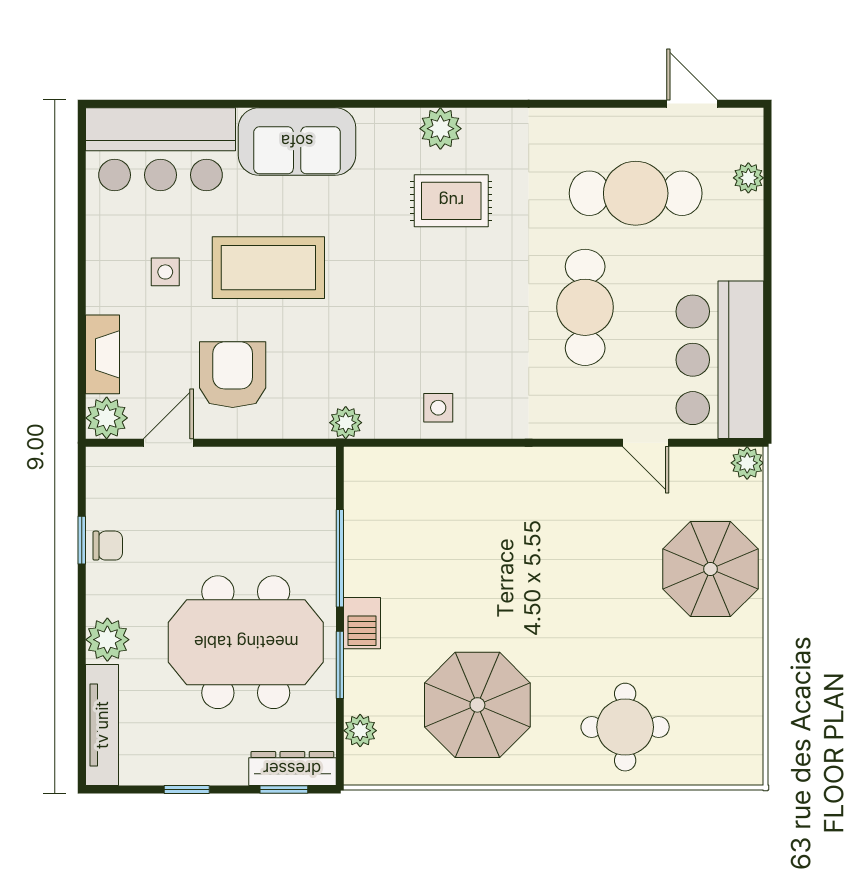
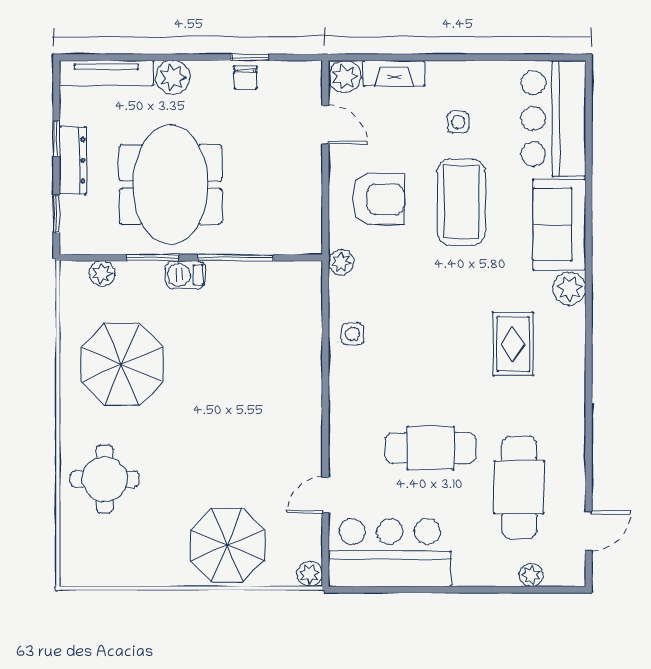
plant: (440, 129) -> (569, 288), moved
armchair: (233, 375) -> (378, 199), moved
dresser: (292, 769) -> (73, 160), moved

